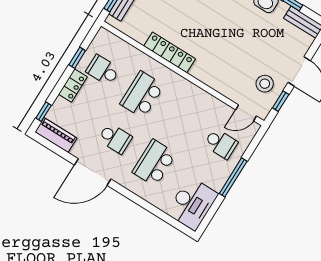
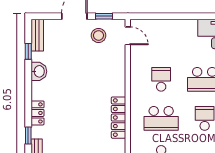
school desk: (221, 144) -> (161, 79), moved
window: (233, 177) -> (180, 16), removed

